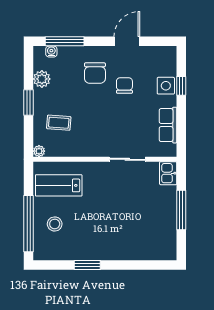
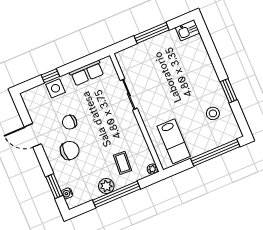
window: (65, 41) -> (54, 186), width x0.69
plant: (42, 79) -> (106, 186), moved
window: (29, 102) -> (116, 194), width x2.11
kitchen sink: (168, 173) -> (188, 30), moved
stool: (55, 224) -> (213, 113), moved

